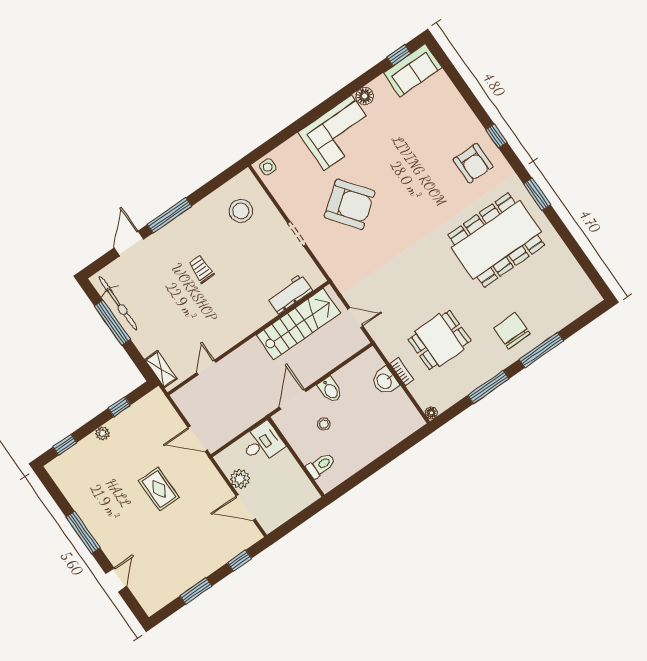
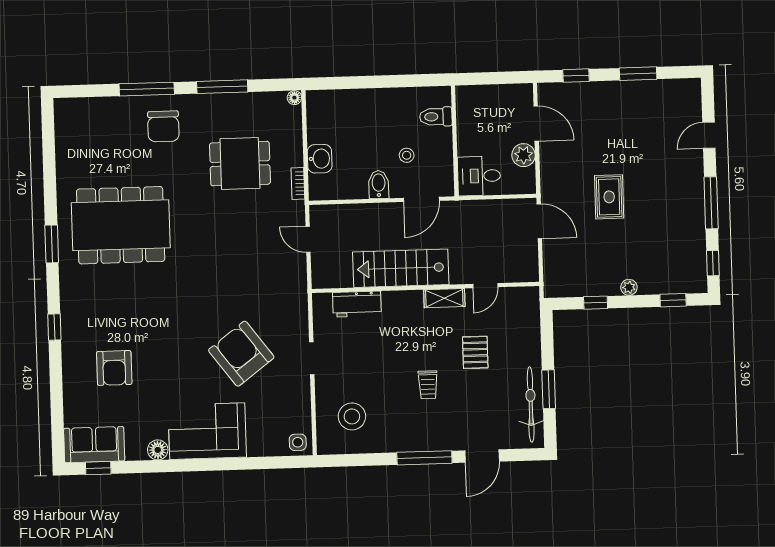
armchair: (473, 163) -> (114, 368), moved, turned 180
pallet: (182, 315) -> (475, 352), added
window: (112, 323) -> (549, 389), width x0.69
stairs: (298, 324) -> (401, 268), moved
shelving: (161, 369) -> (444, 298), moved, turned 90
bookcase: (402, 372) -> (298, 183), moved
window: (53, 490) -> (713, 263), added

